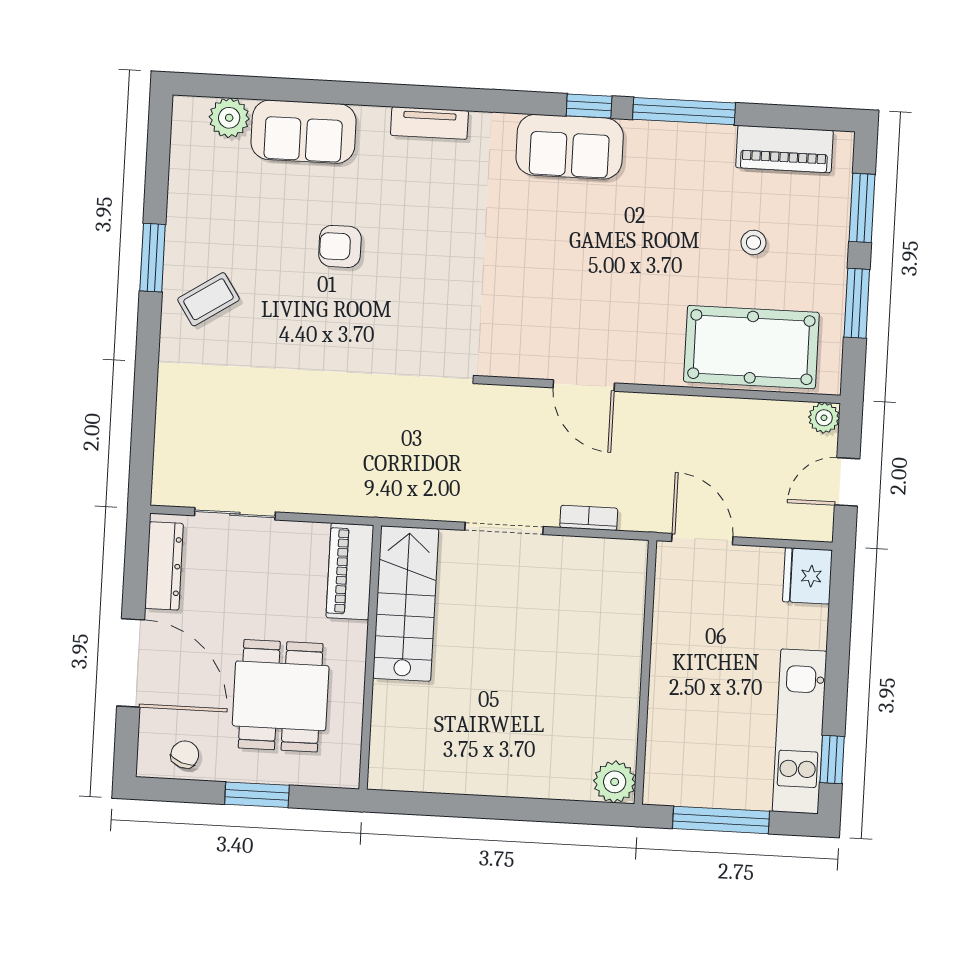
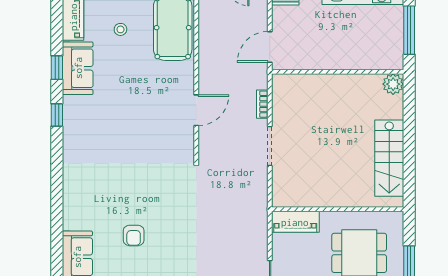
window: (684, 111) -> (57, 68), width x0.46
tv unit: (429, 123) -> (70, 194), removed
sofa: (570, 147) -> (78, 68), moved
stairs: (406, 603) -> (389, 158), moved, turned -90

